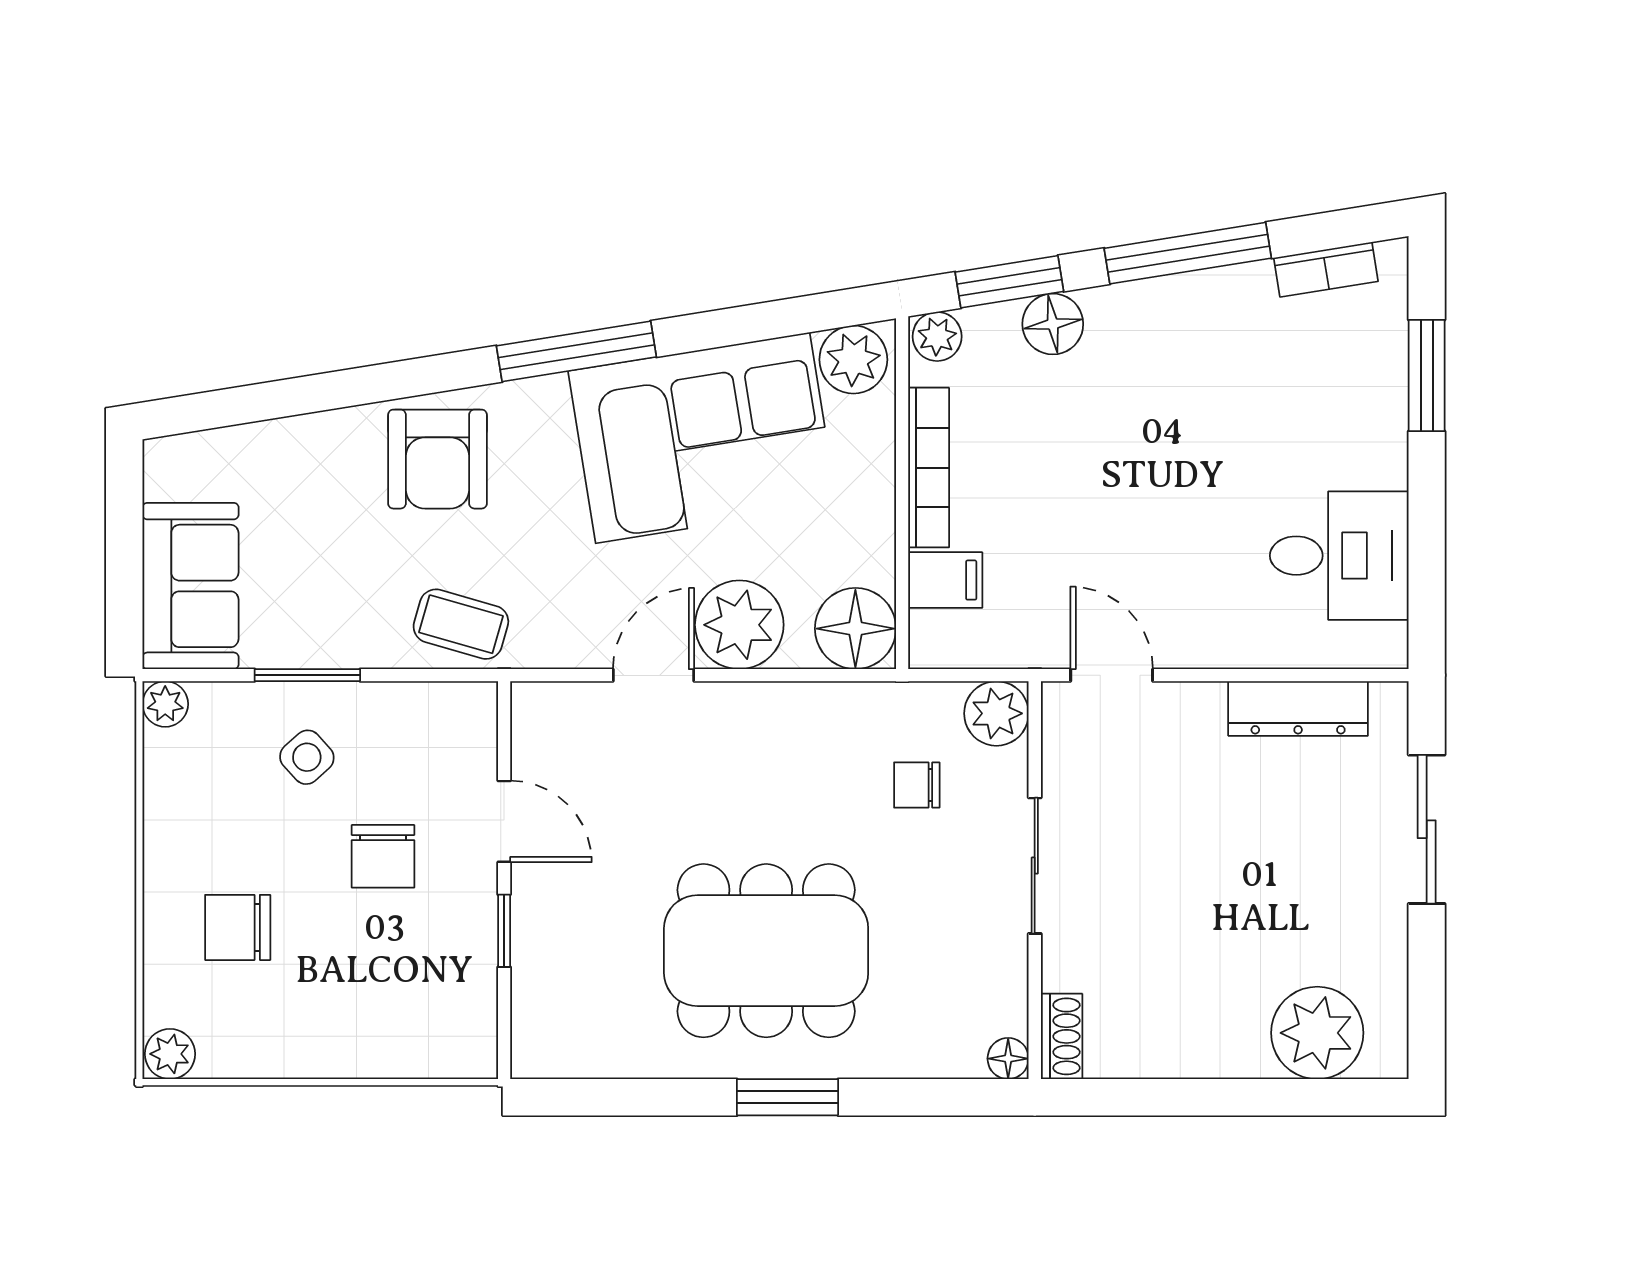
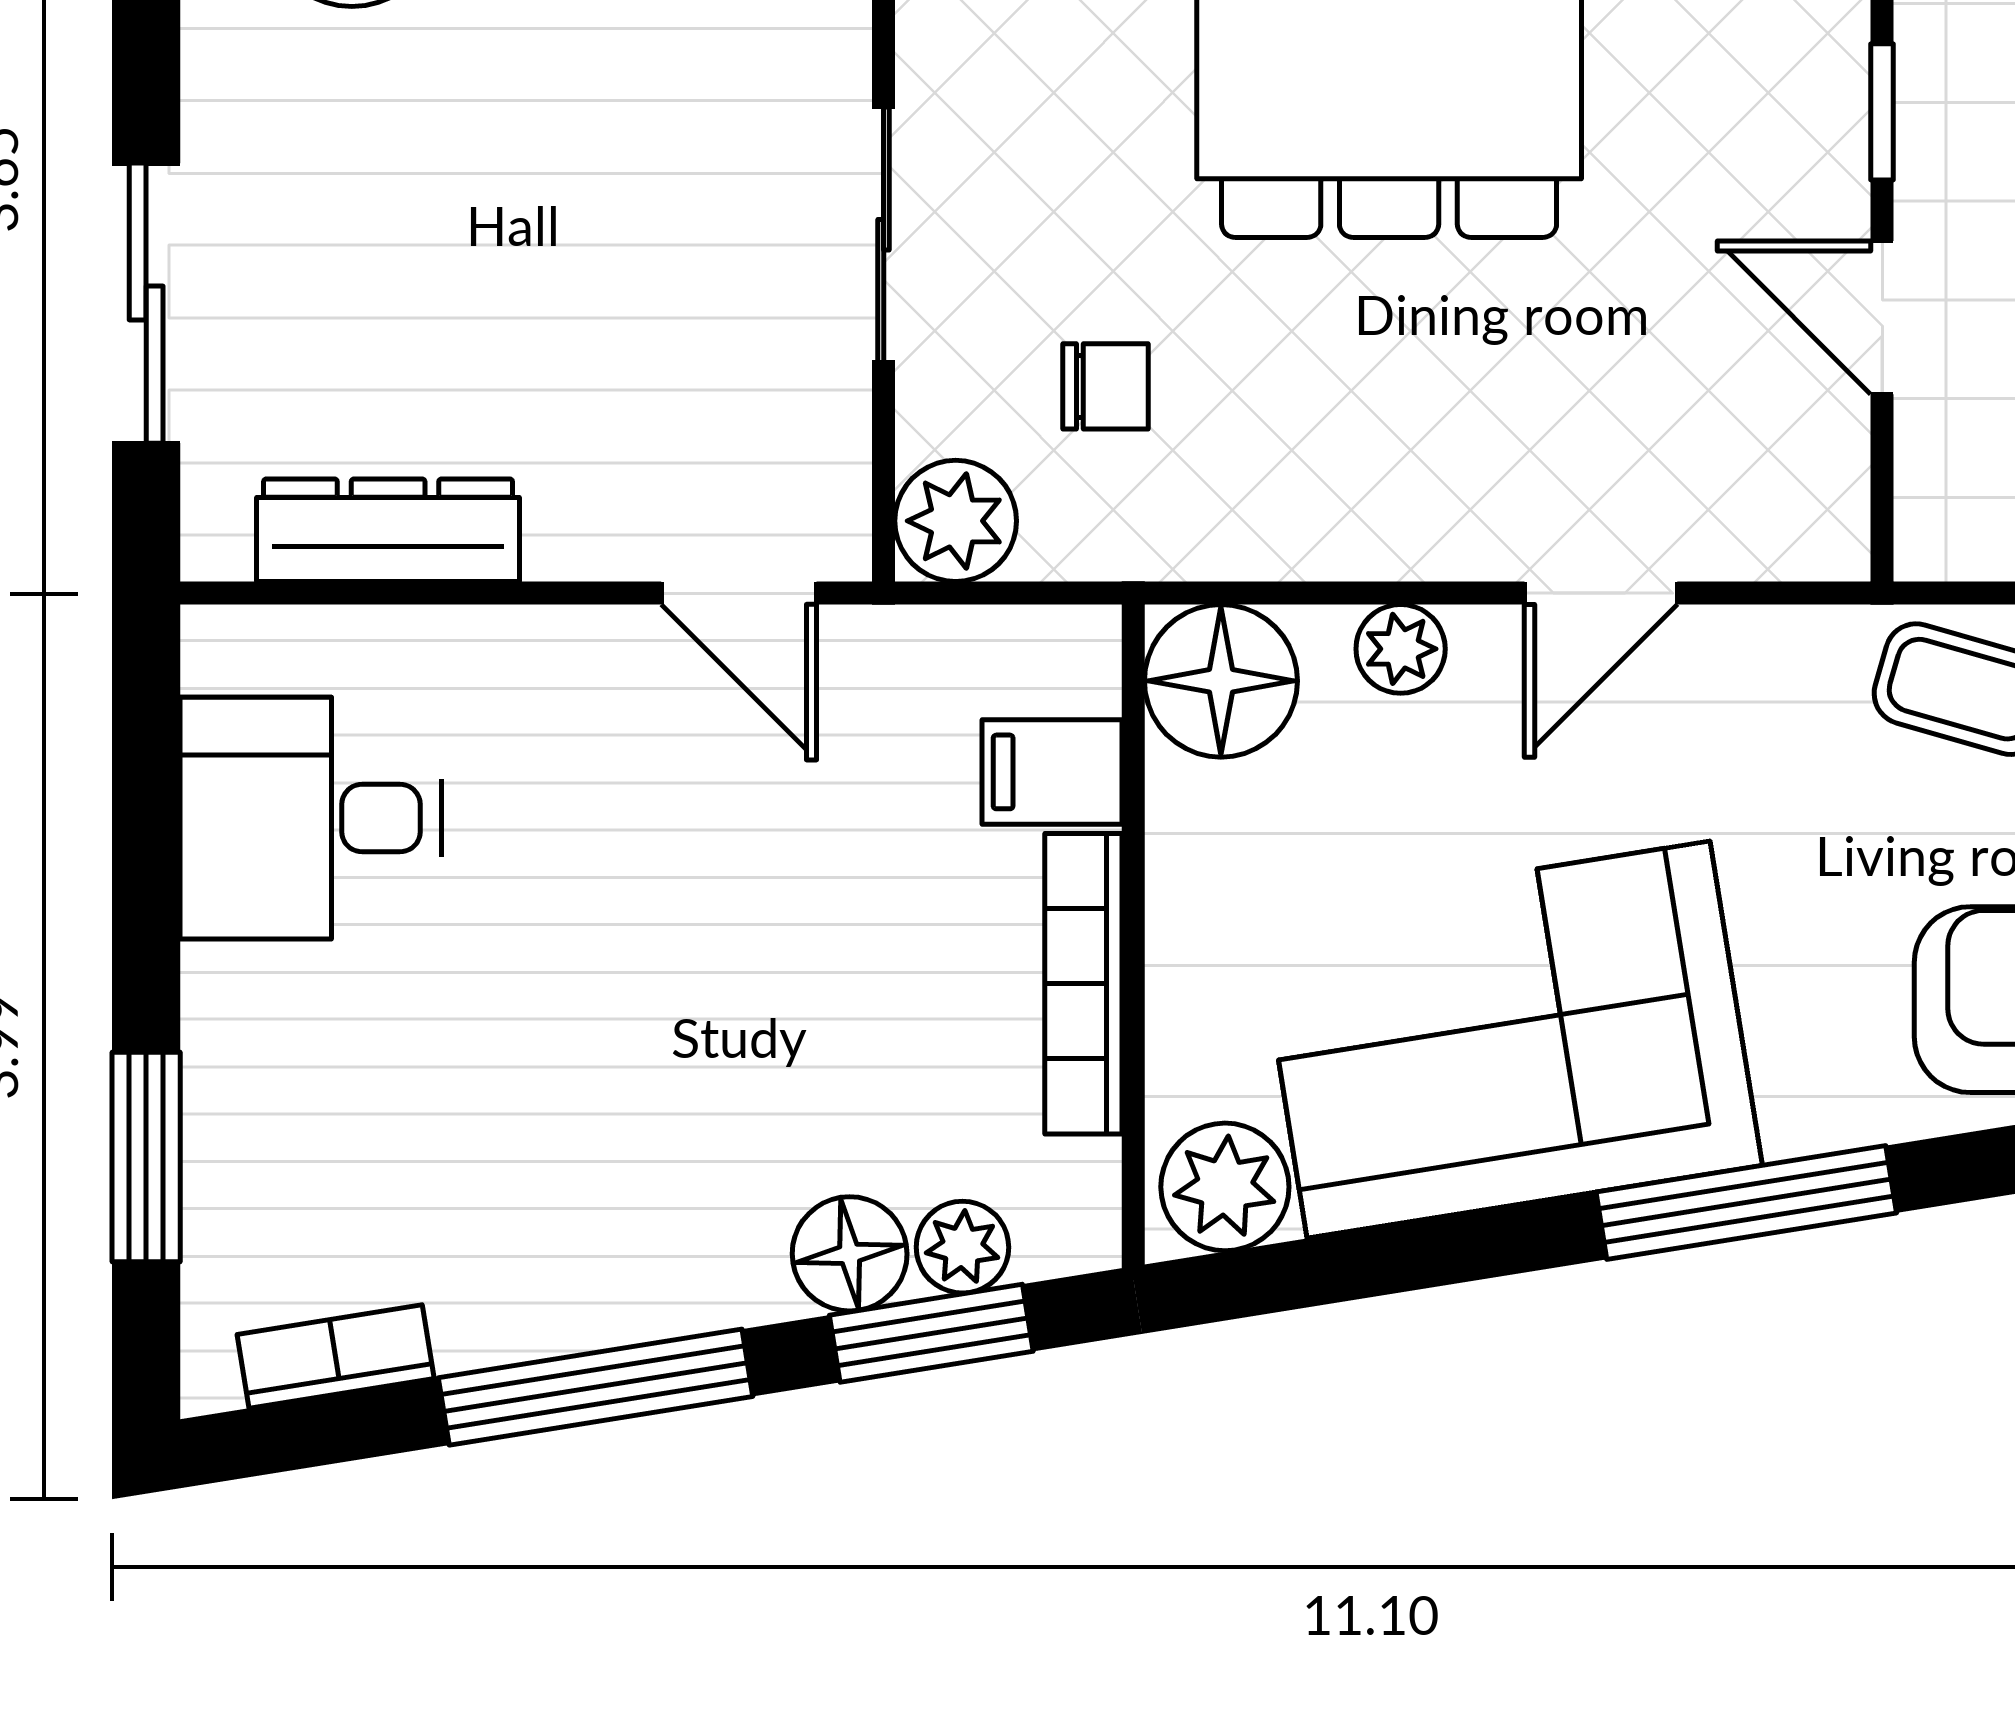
plant: (937, 337) -> (962, 1247), moved
plant: (739, 625) -> (1401, 649), width x0.53, depth x0.53

